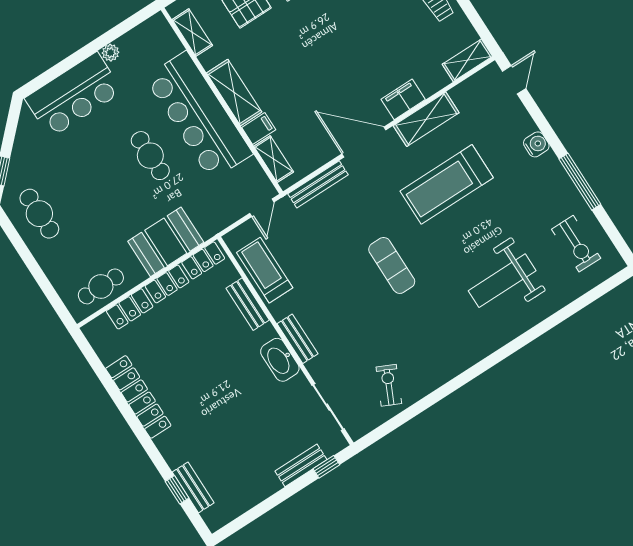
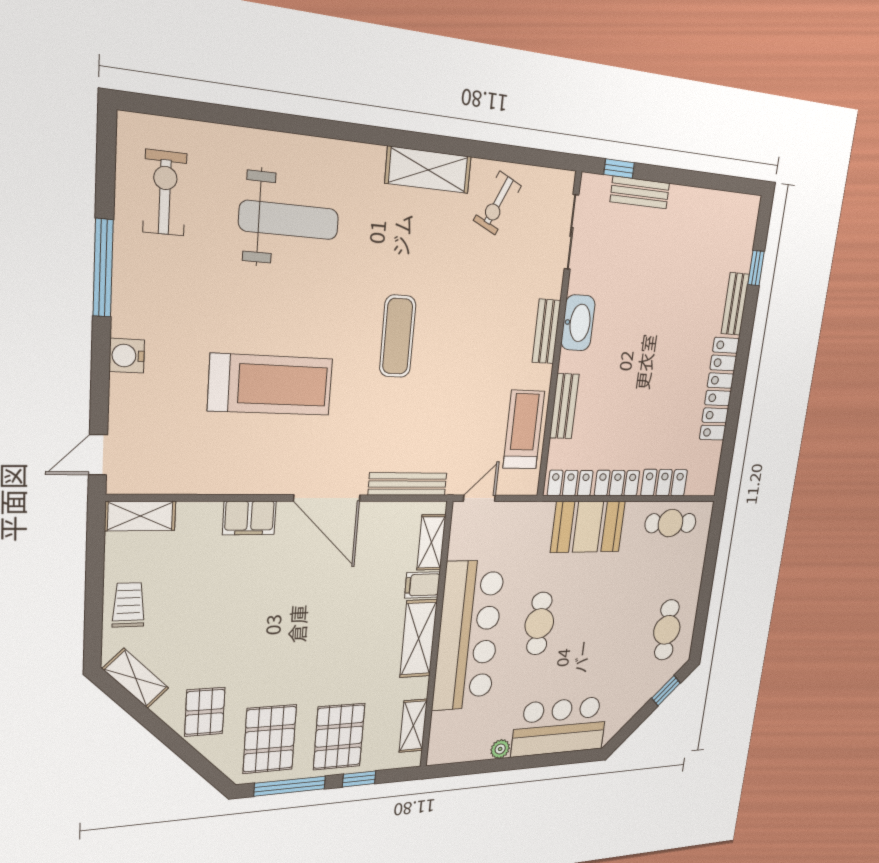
shelving: (426, 119) -> (428, 170), moved
treadmill: (265, 270) -> (524, 430), turned 180
bench: (193, 487) -> (735, 304), moved

